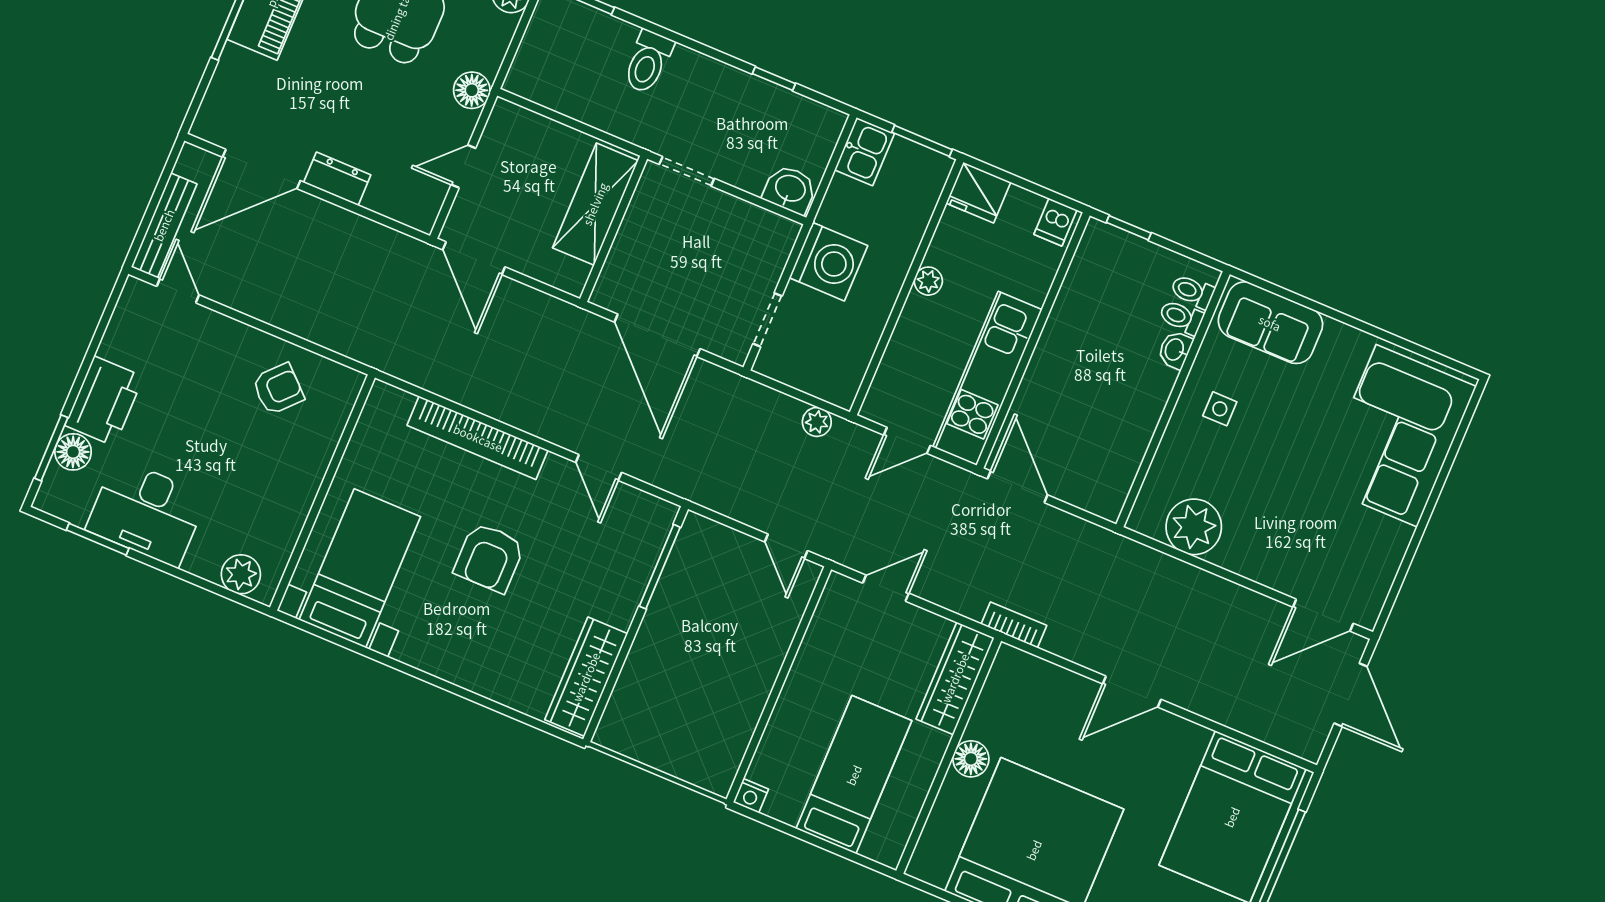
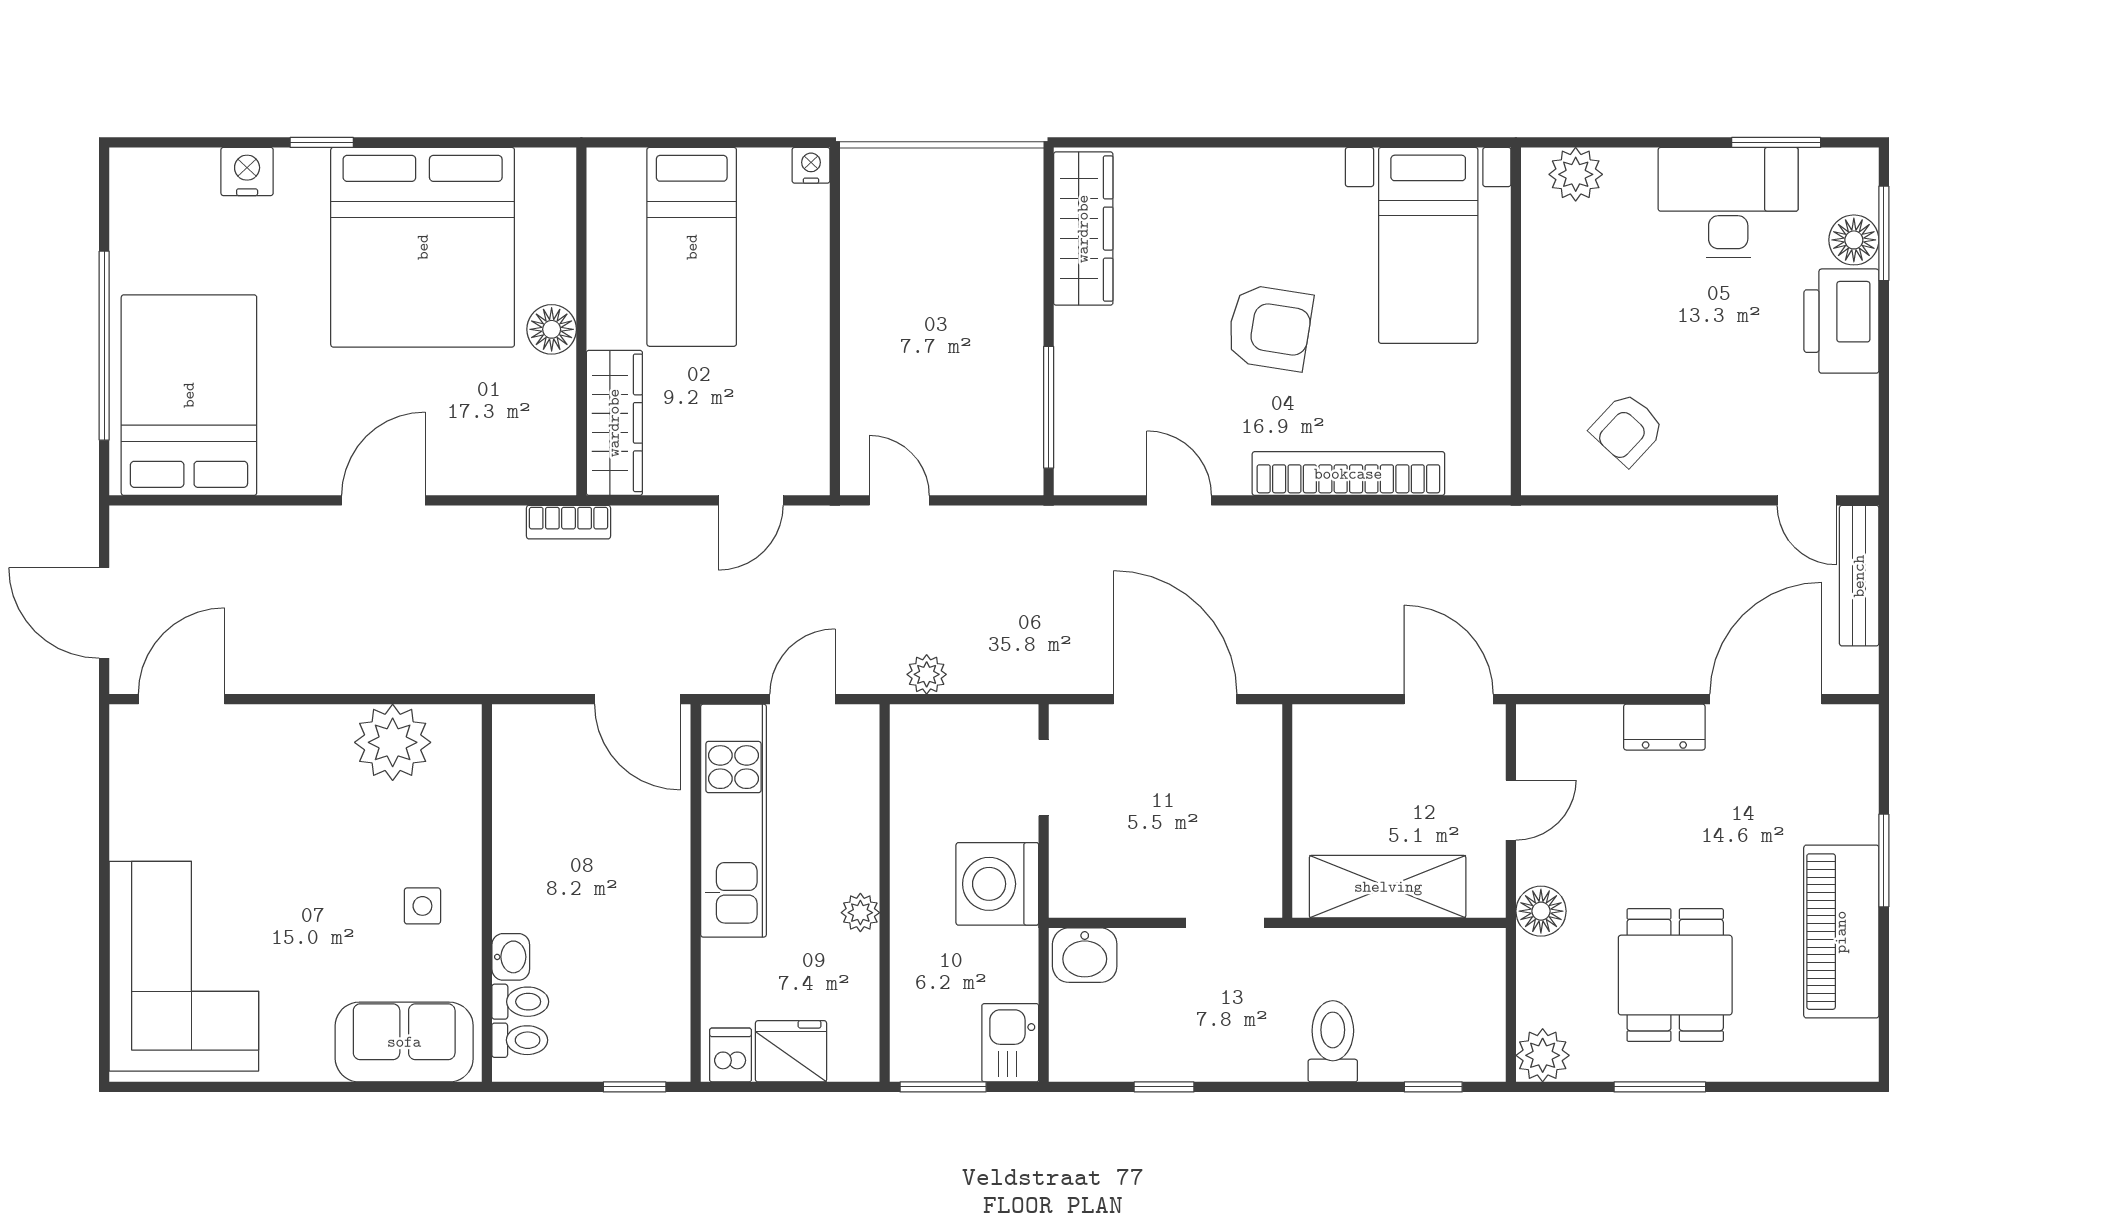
fridge: (978, 193) -> (791, 1051), moved
shelving: (595, 204) -> (1388, 887), moved, turned 90
armchair: (489, 558) -> (1270, 328), turned 99

